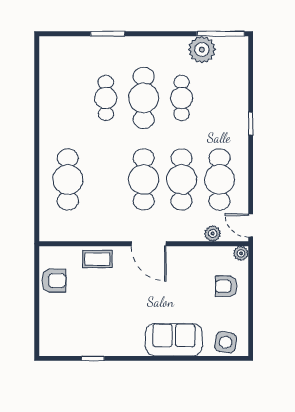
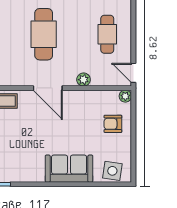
cafe table: (182, 179) -> (75, 34), removed
cafe table: (219, 179) -> (107, 34), width x0.73, depth x0.74
plant: (213, 233) -> (84, 80), moved

